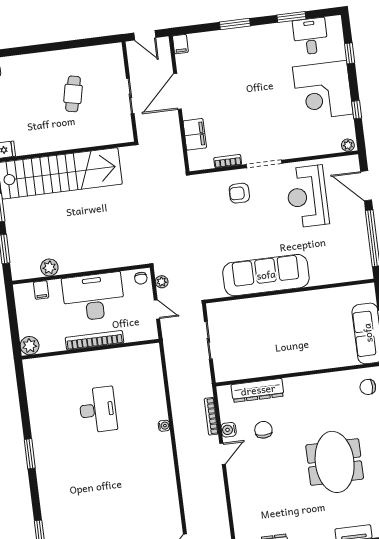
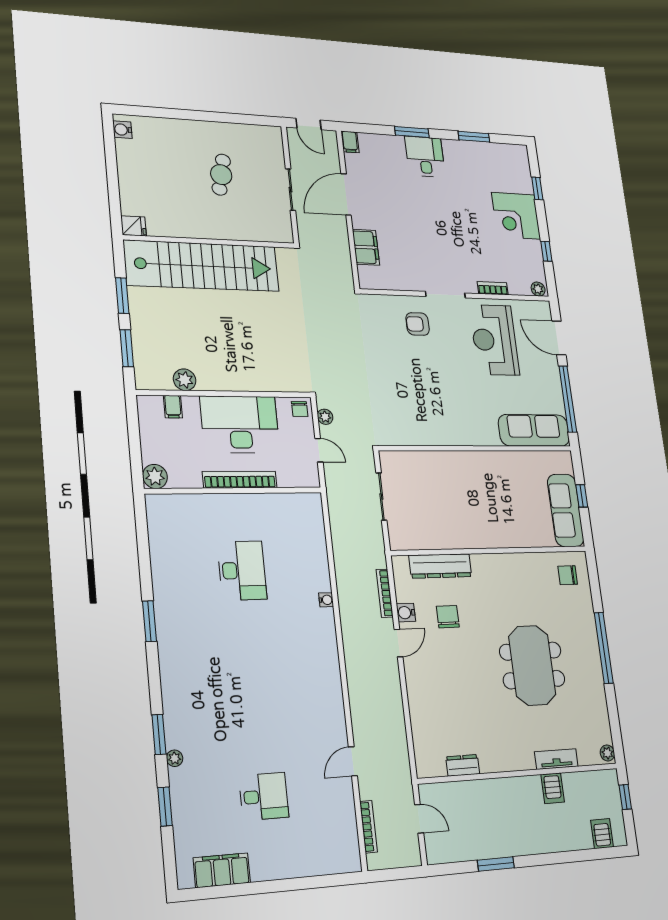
desk: (310, 36) -> (425, 157), moved
corner desk: (323, 90) -> (516, 216), width x0.74, depth x0.74
bookcase: (228, 161) -> (493, 288), moved
sofa: (266, 275) -> (534, 430), moved, width x0.74, depth x0.79

